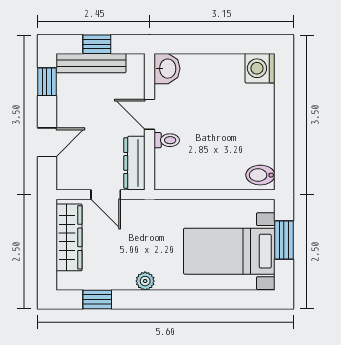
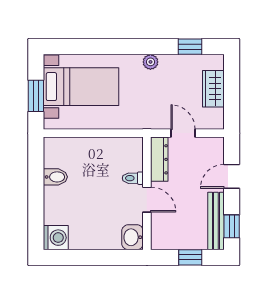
bench: (91, 63) -> (216, 221), moved, turned 90
bidet: (260, 175) -> (55, 177), moved
wardrobe: (69, 237) -> (213, 89), width x0.67

